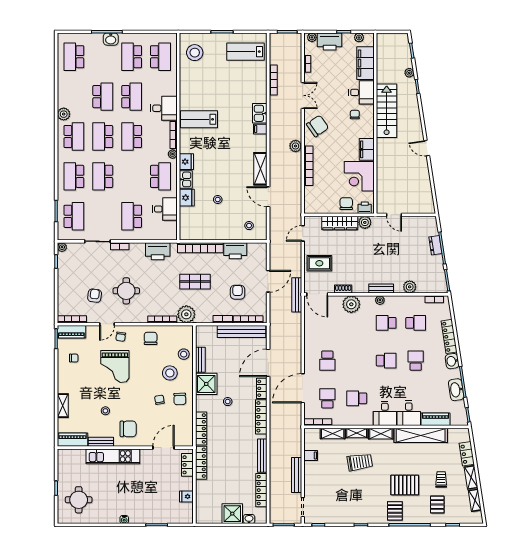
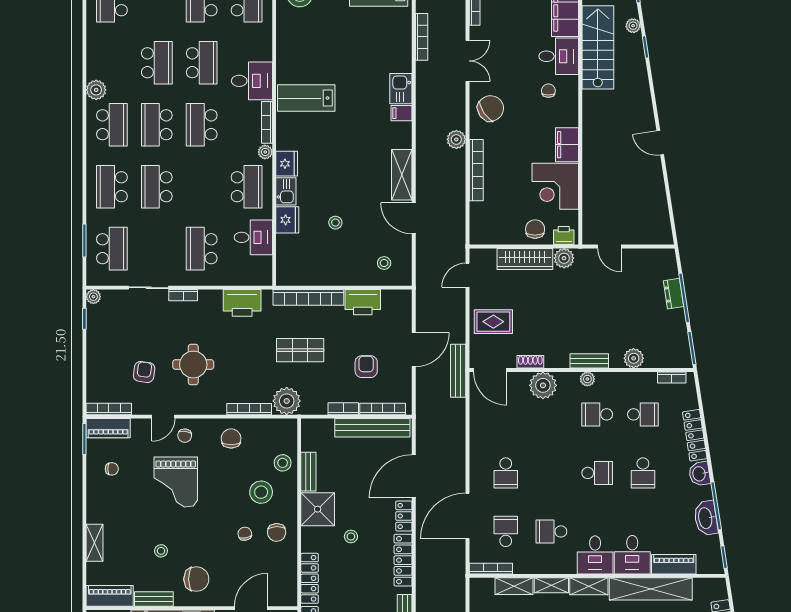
stairs: (387, 111) -> (598, 47), moved
school desk: (416, 361) -> (643, 473), turned 180

